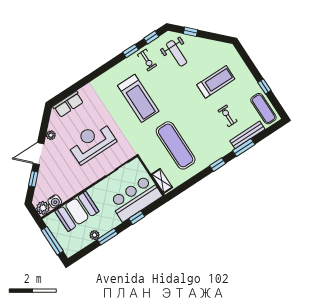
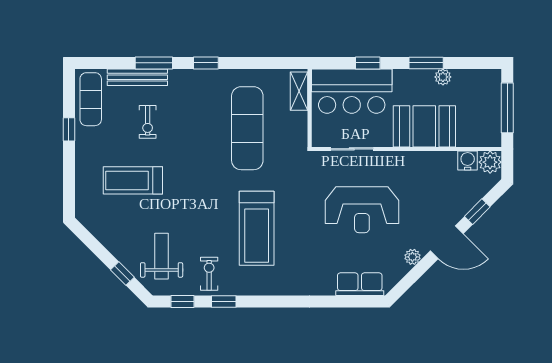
treadmill: (138, 98) -> (257, 228), turned 180
booth: (77, 211) -> (424, 126), moved

